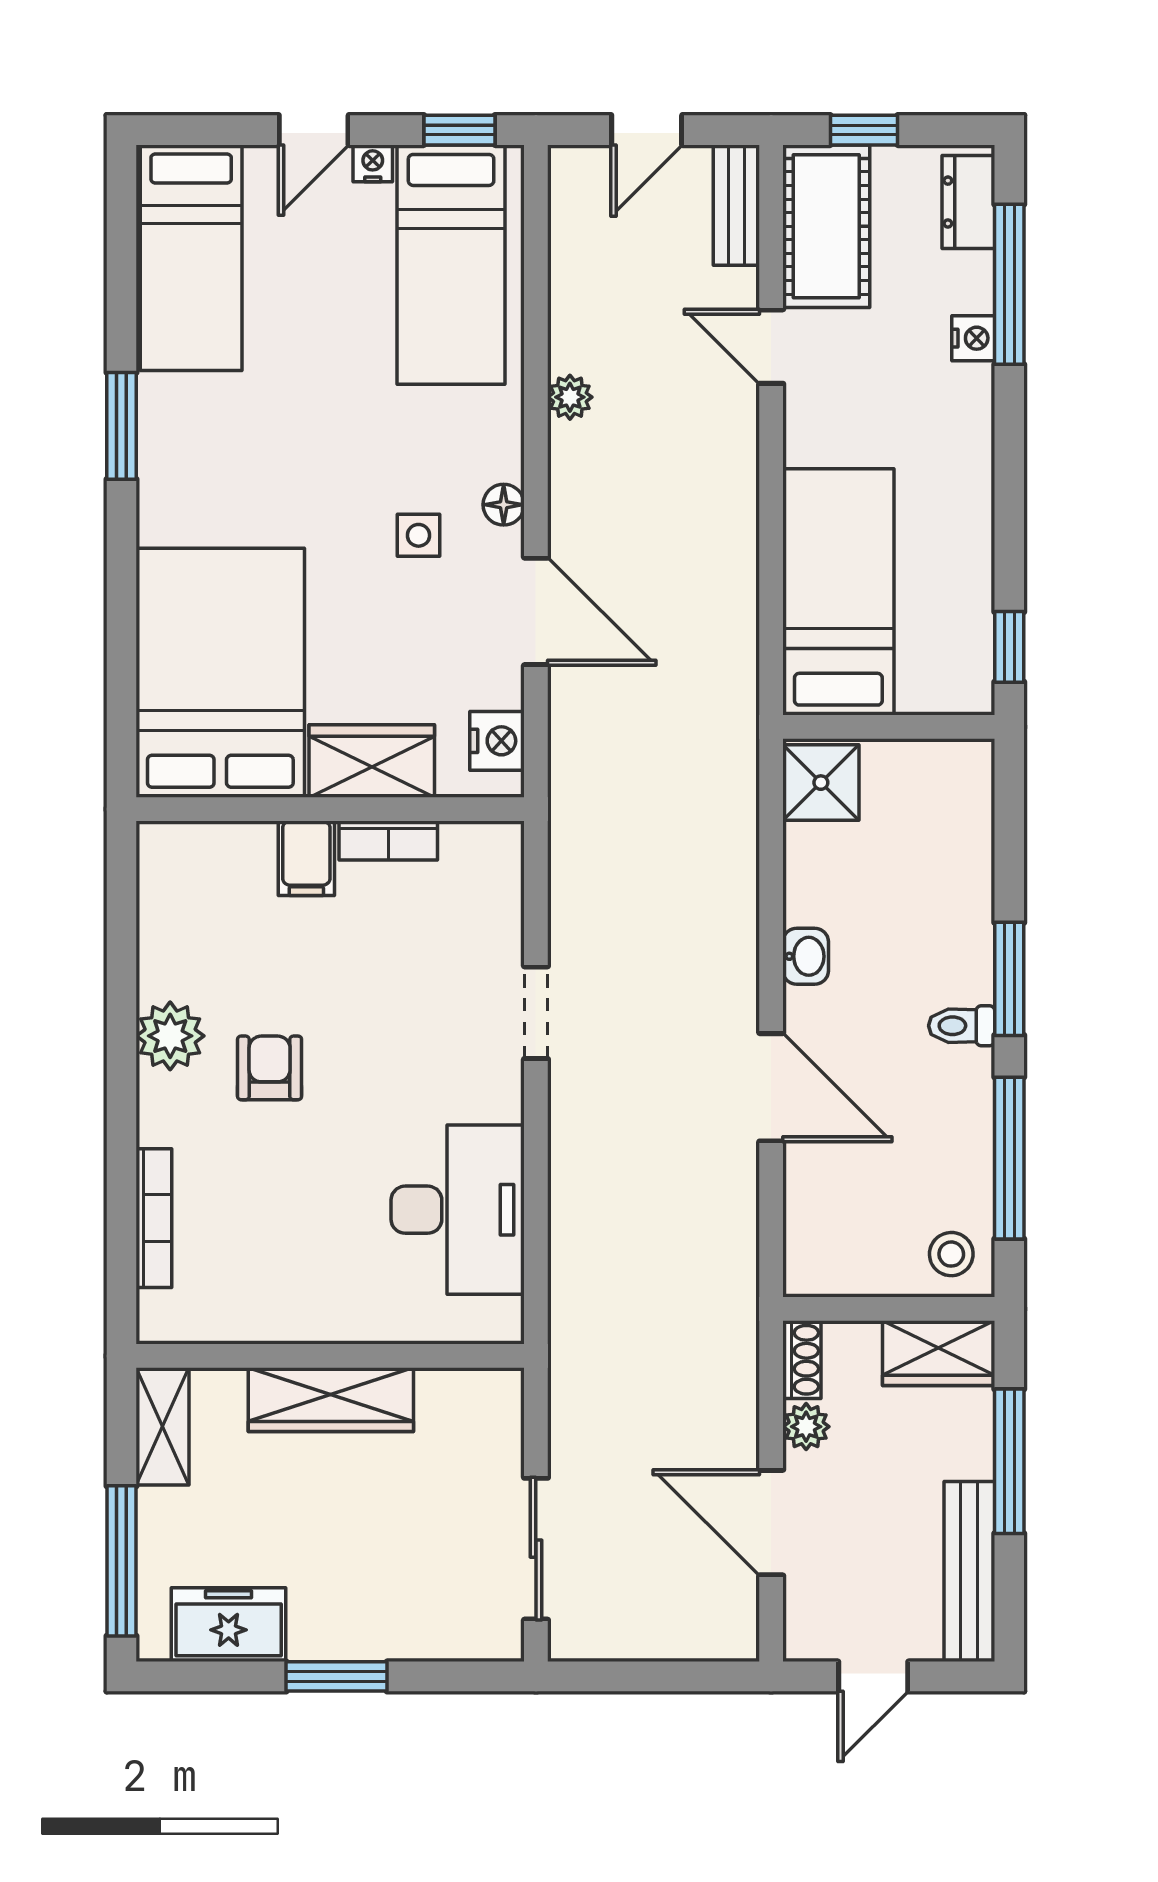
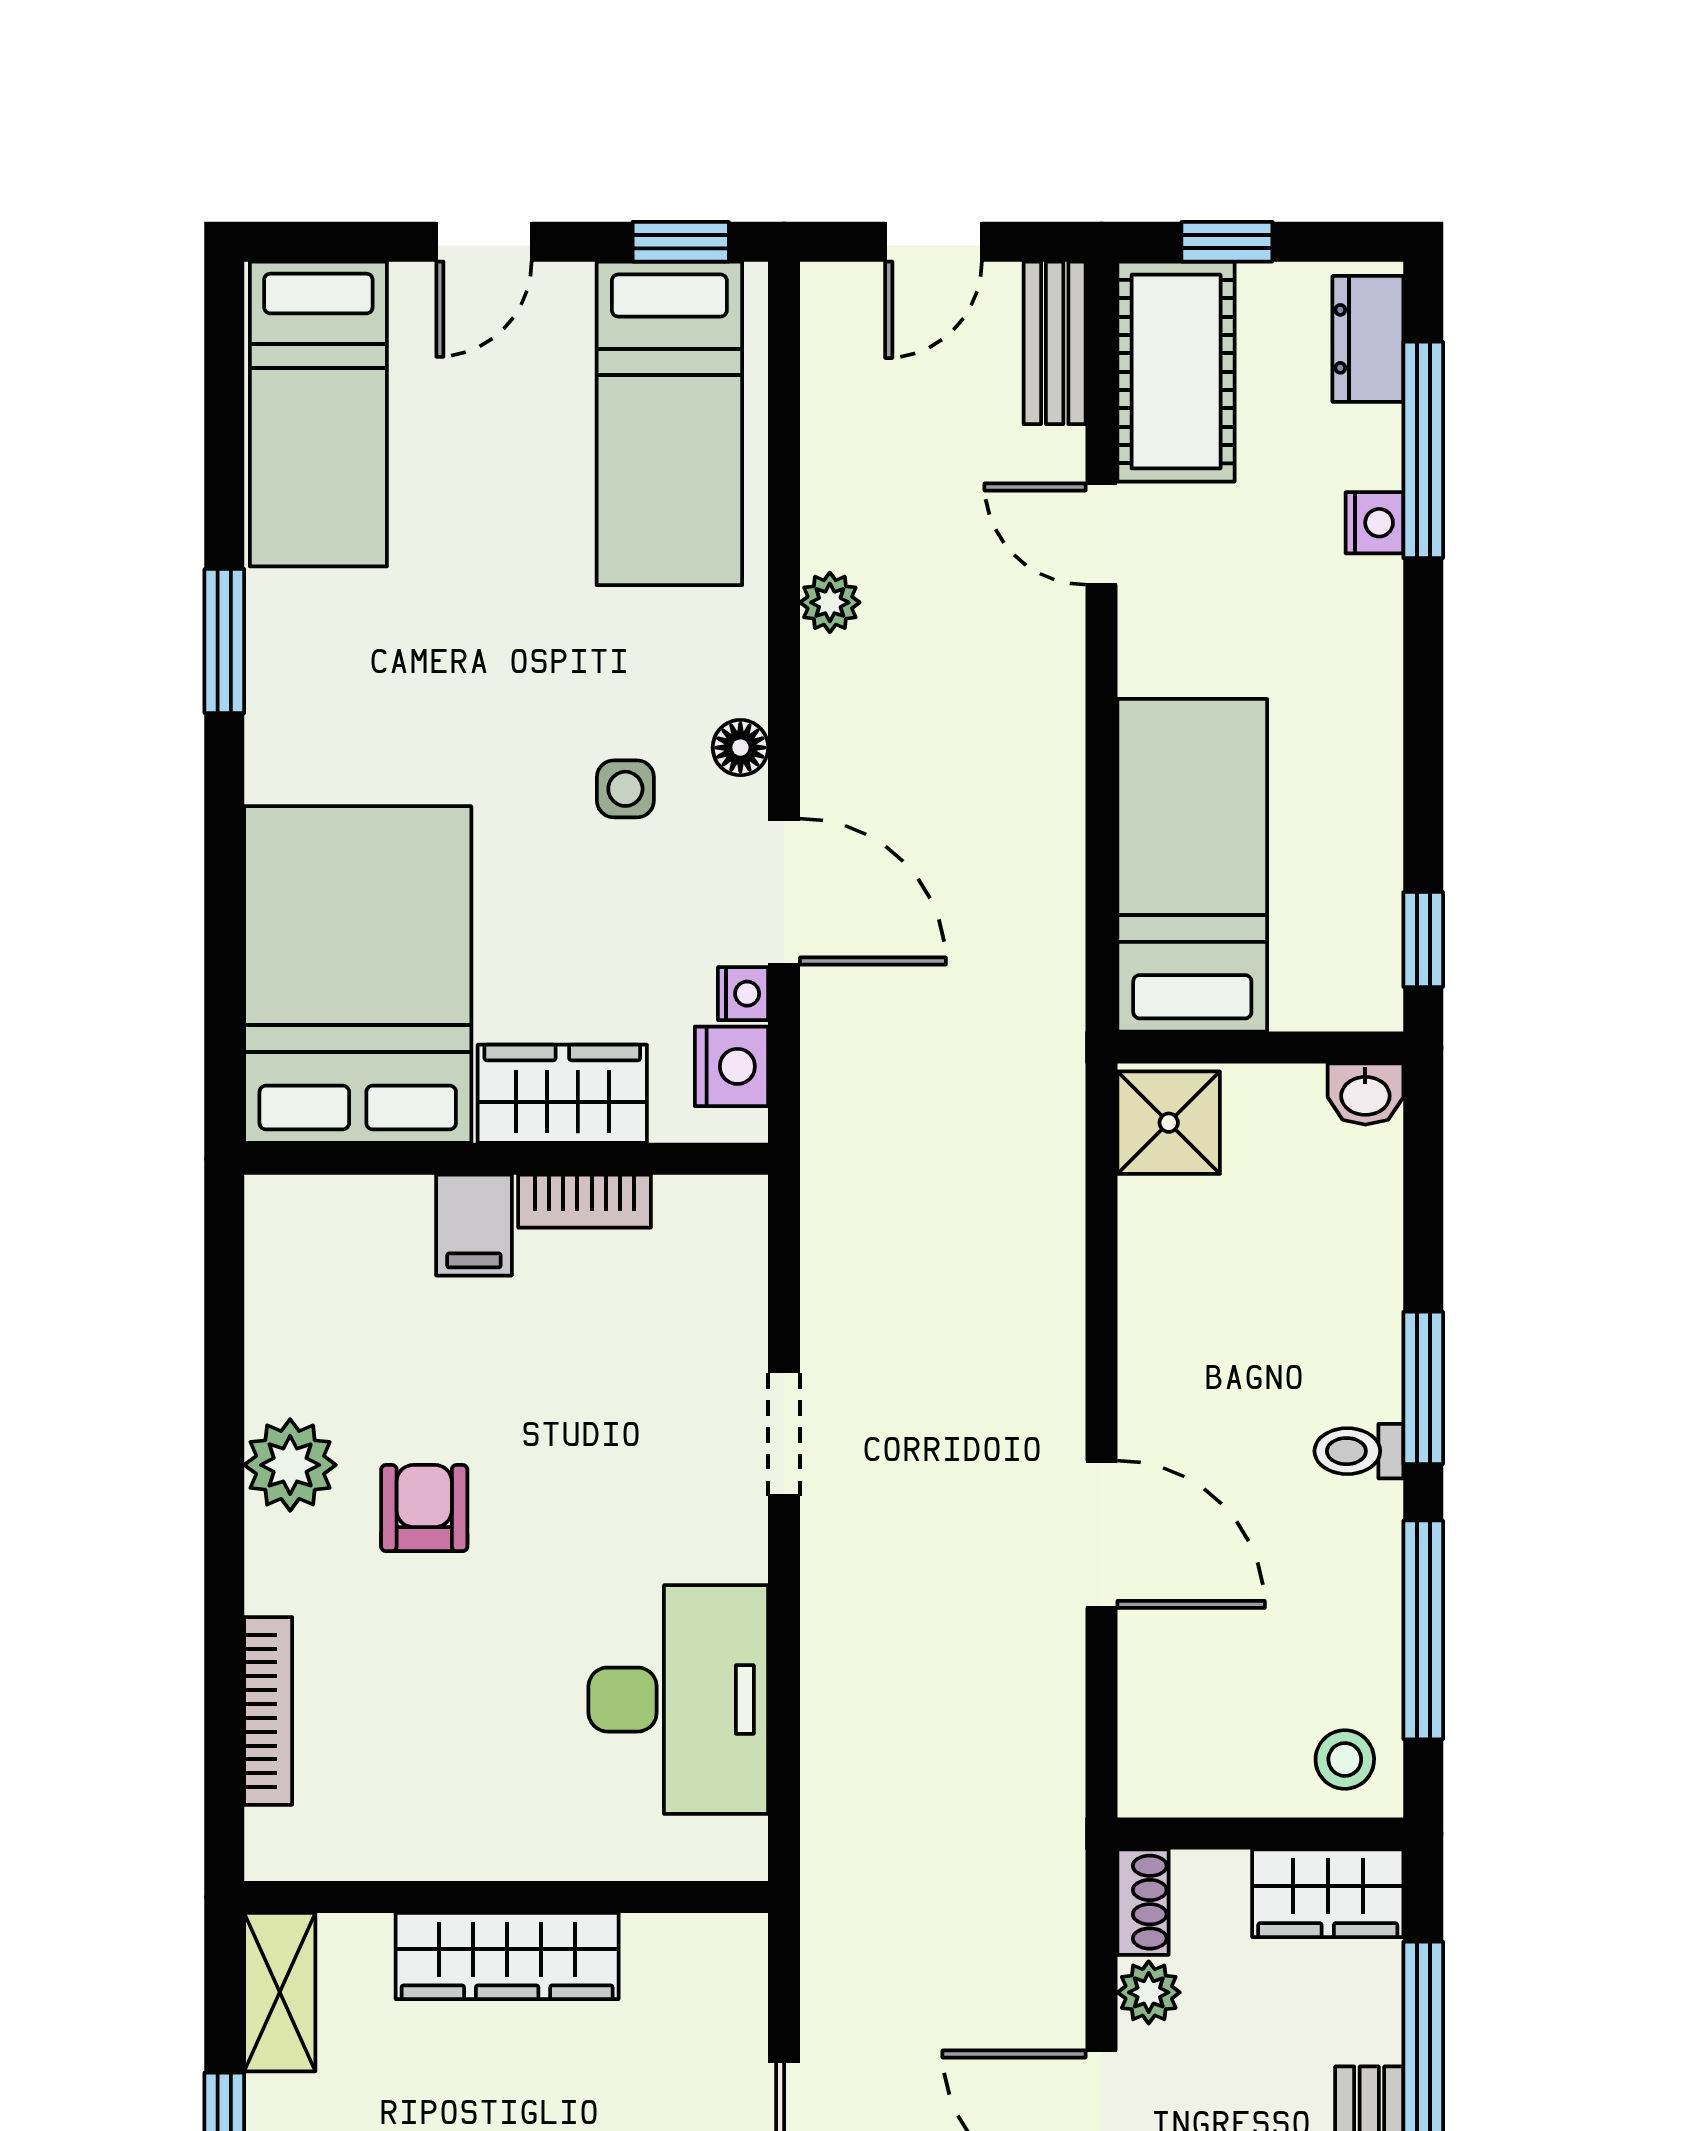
nightstand: (373, 163) -> (743, 994), moved, turned 90
washbasin: (806, 956) -> (1365, 1094), moved, turned 90

